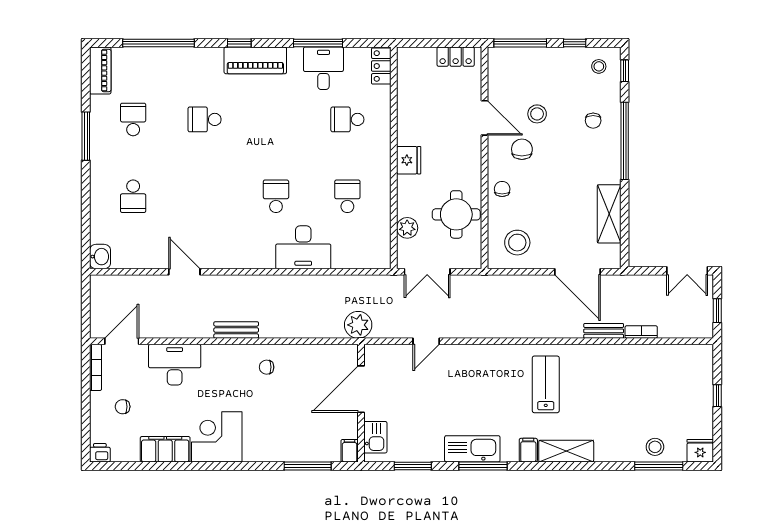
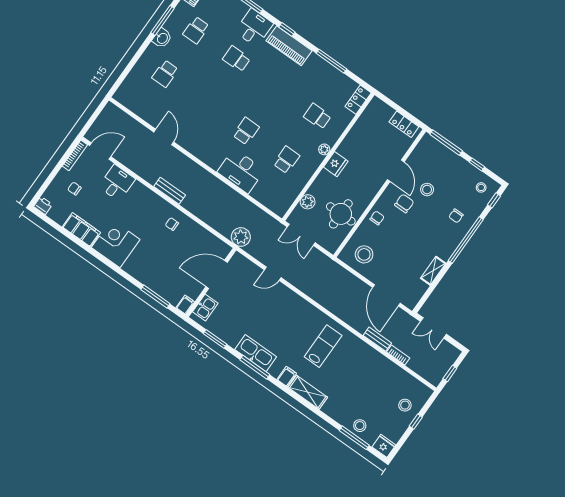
desk: (323, 68) -> (254, 28), moved
school desk: (133, 119) -> (196, 30), turned 180
plant: (383, 153) -> (324, 149), added
shelving: (609, 214) -> (433, 271), width x0.67, depth x0.75
washbasin: (100, 257) -> (162, 38), moved
double door: (687, 271) -> (433, 328), moved
desk: (175, 365) -> (117, 183), width x0.73
stool: (691, 385) -> (405, 405), added

